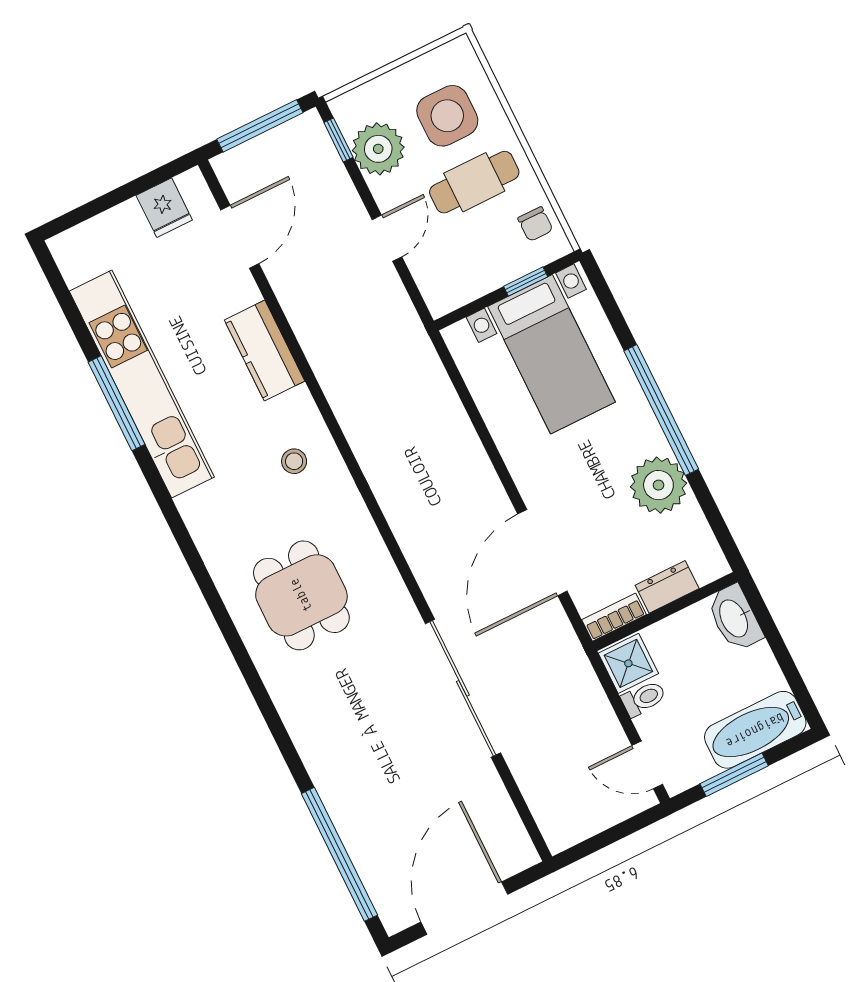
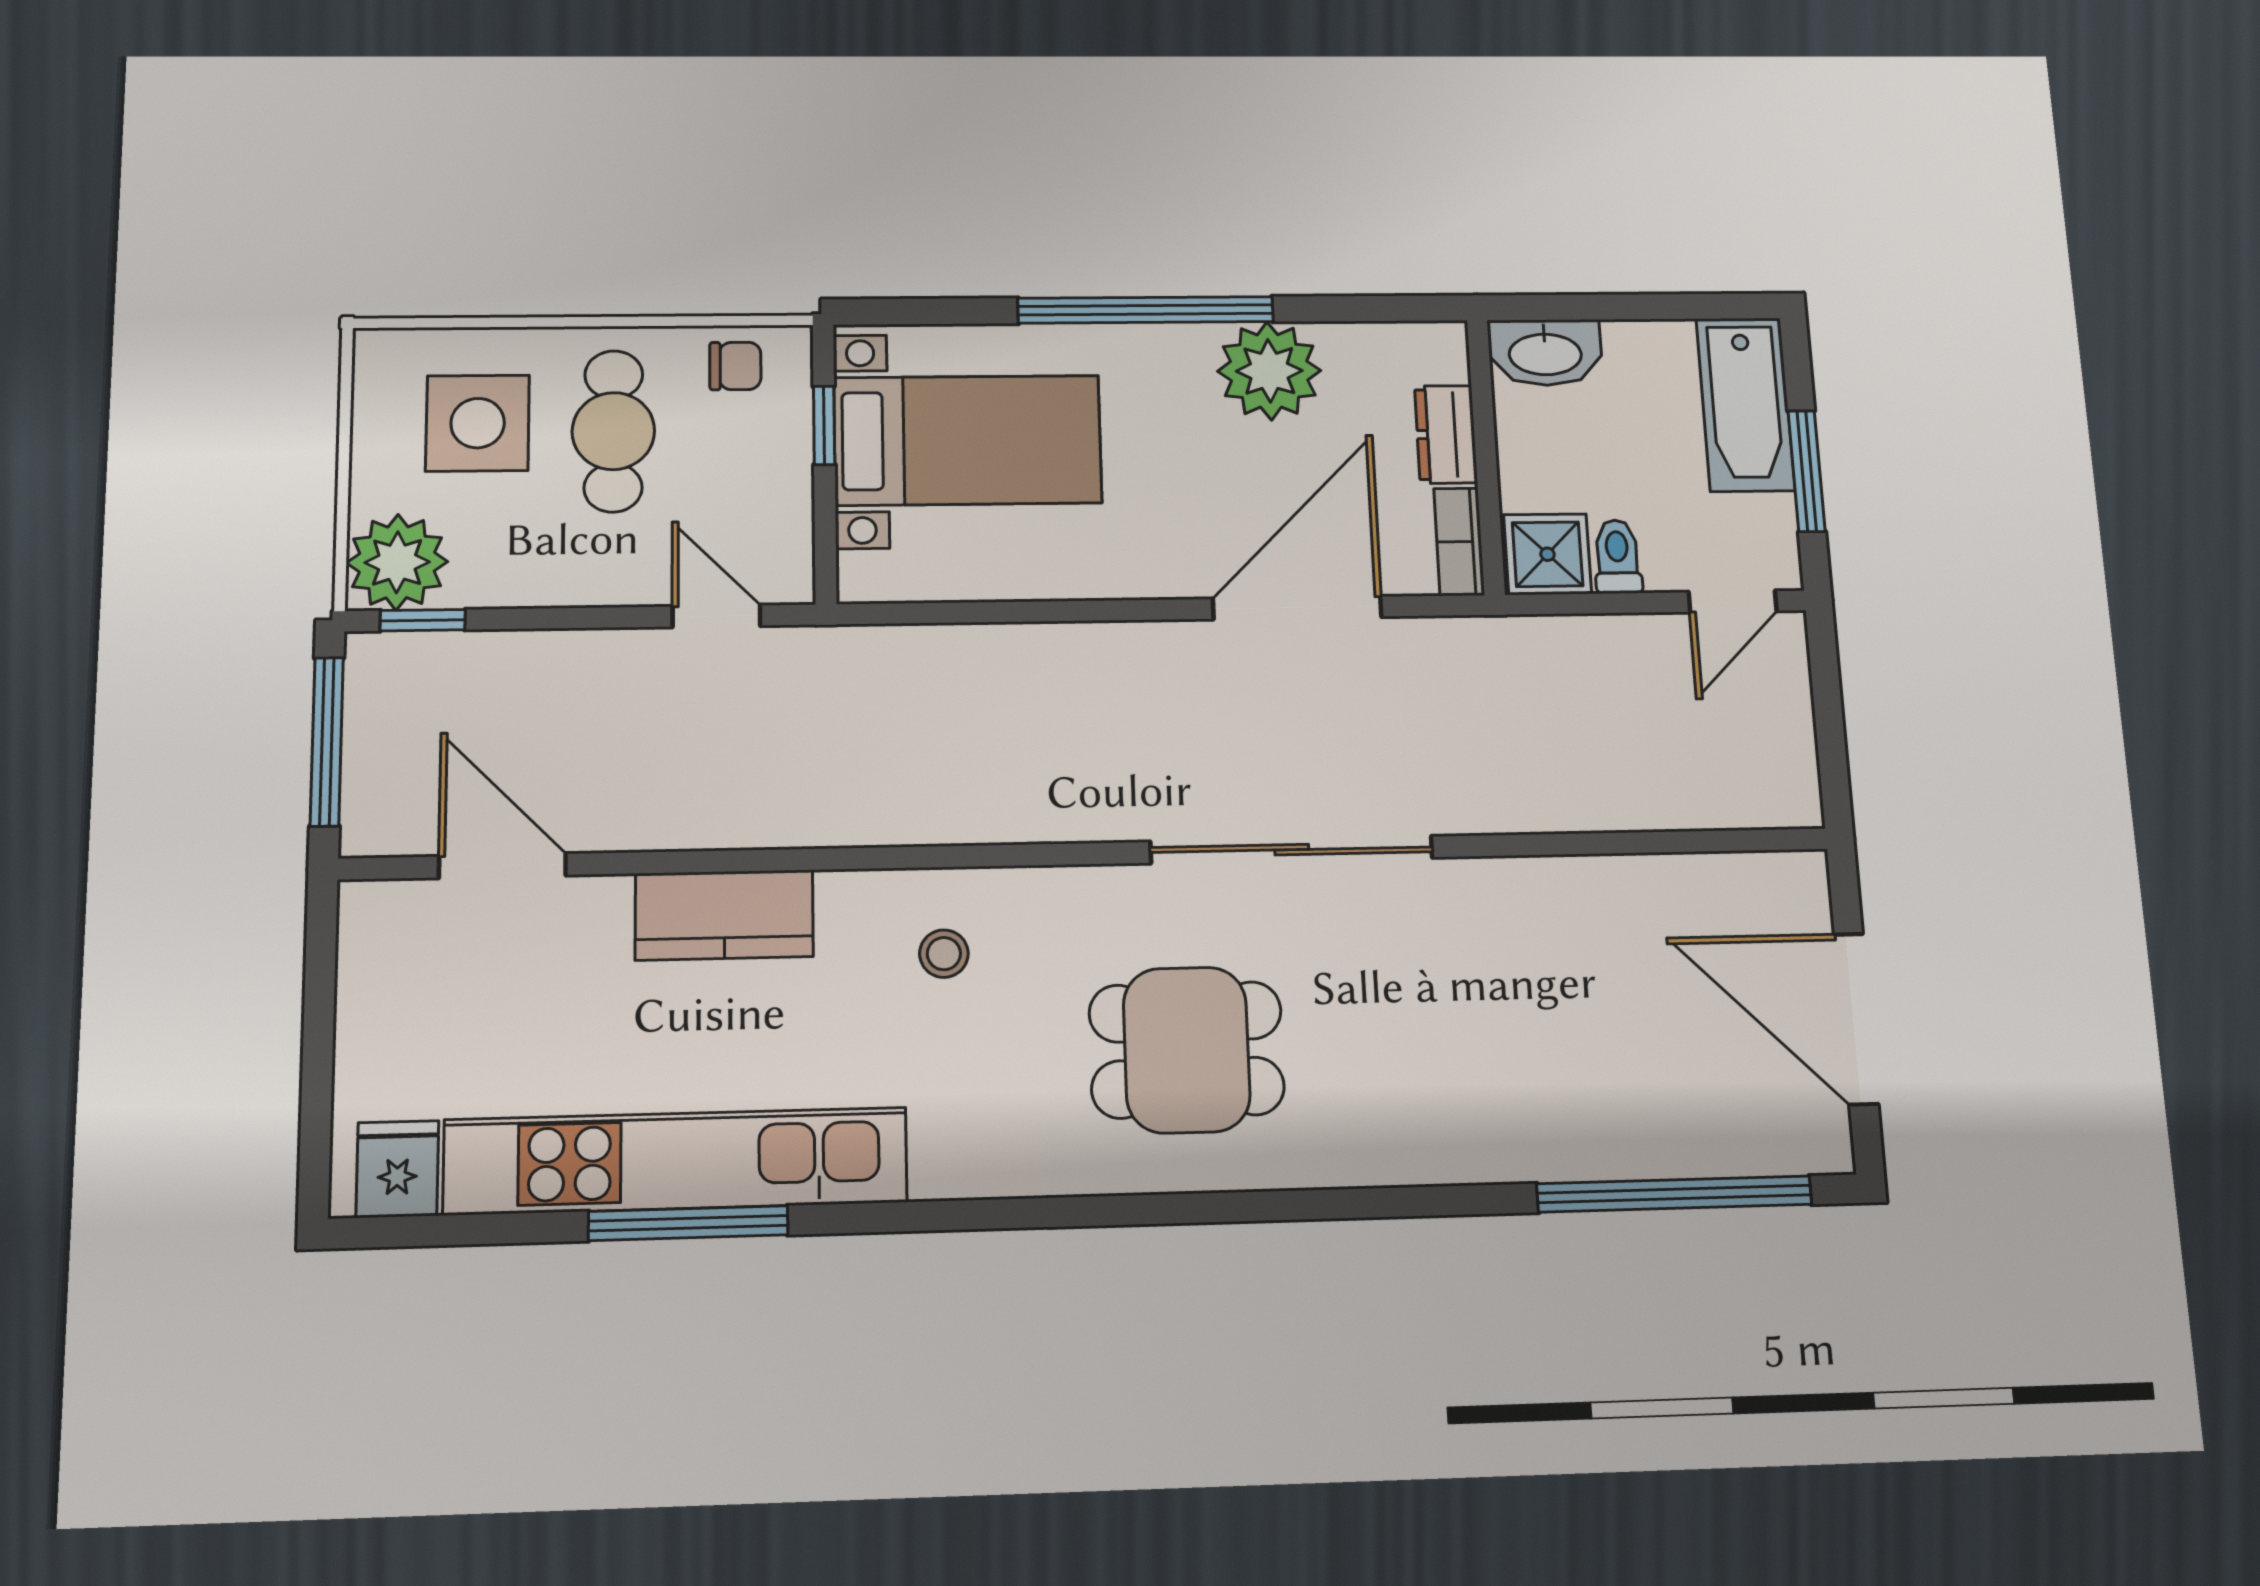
plant: (378, 149) -> (397, 562), moved
fridge: (164, 208) -> (397, 1169), moved, turned -90
door: (387, 238) -> (716, 616), moved
door: (542, 553) -> (1297, 608), swing flipped
sliding door: (463, 688) -> (1292, 850), moved

